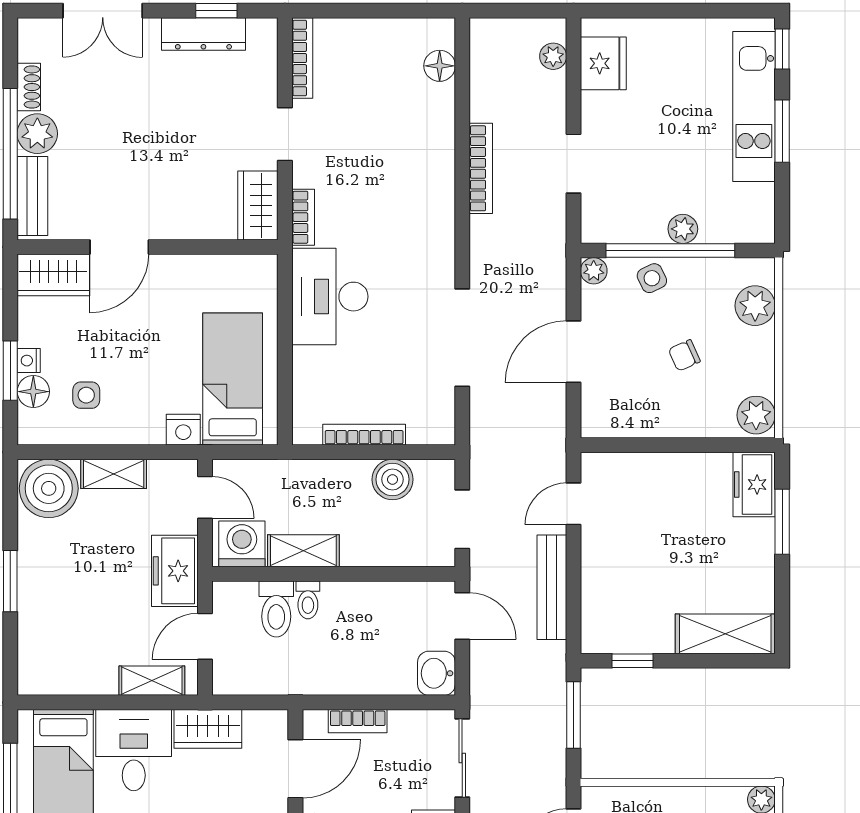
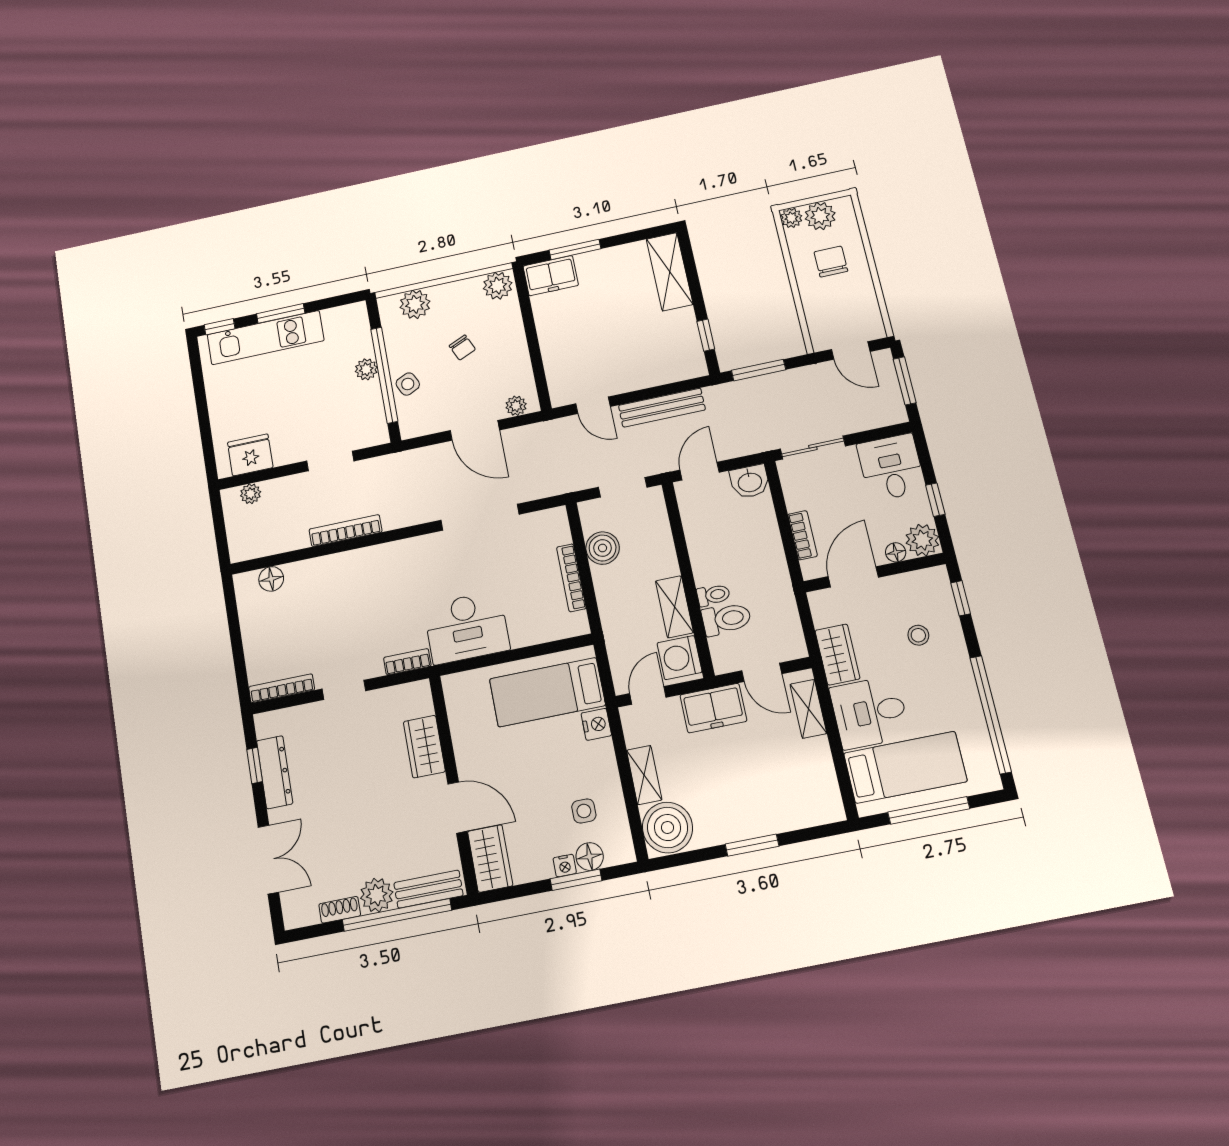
wardrobe: (258, 205) -> (424, 747), moved, turned 90
plant: (594, 271) -> (516, 406), moved
door: (295, 769) -> (853, 577), hinge flipped

